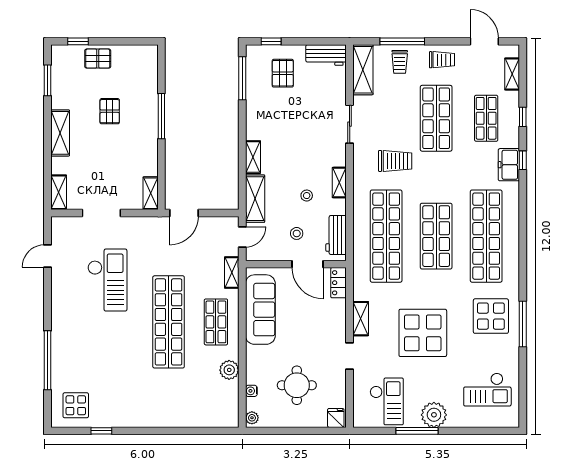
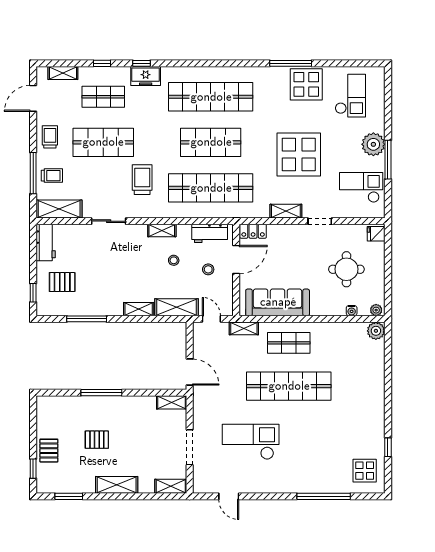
window: (242, 78) -> (87, 319), moved
display table: (491, 316) -> (306, 84), moved
plant: (229, 370) -> (376, 331), moved

